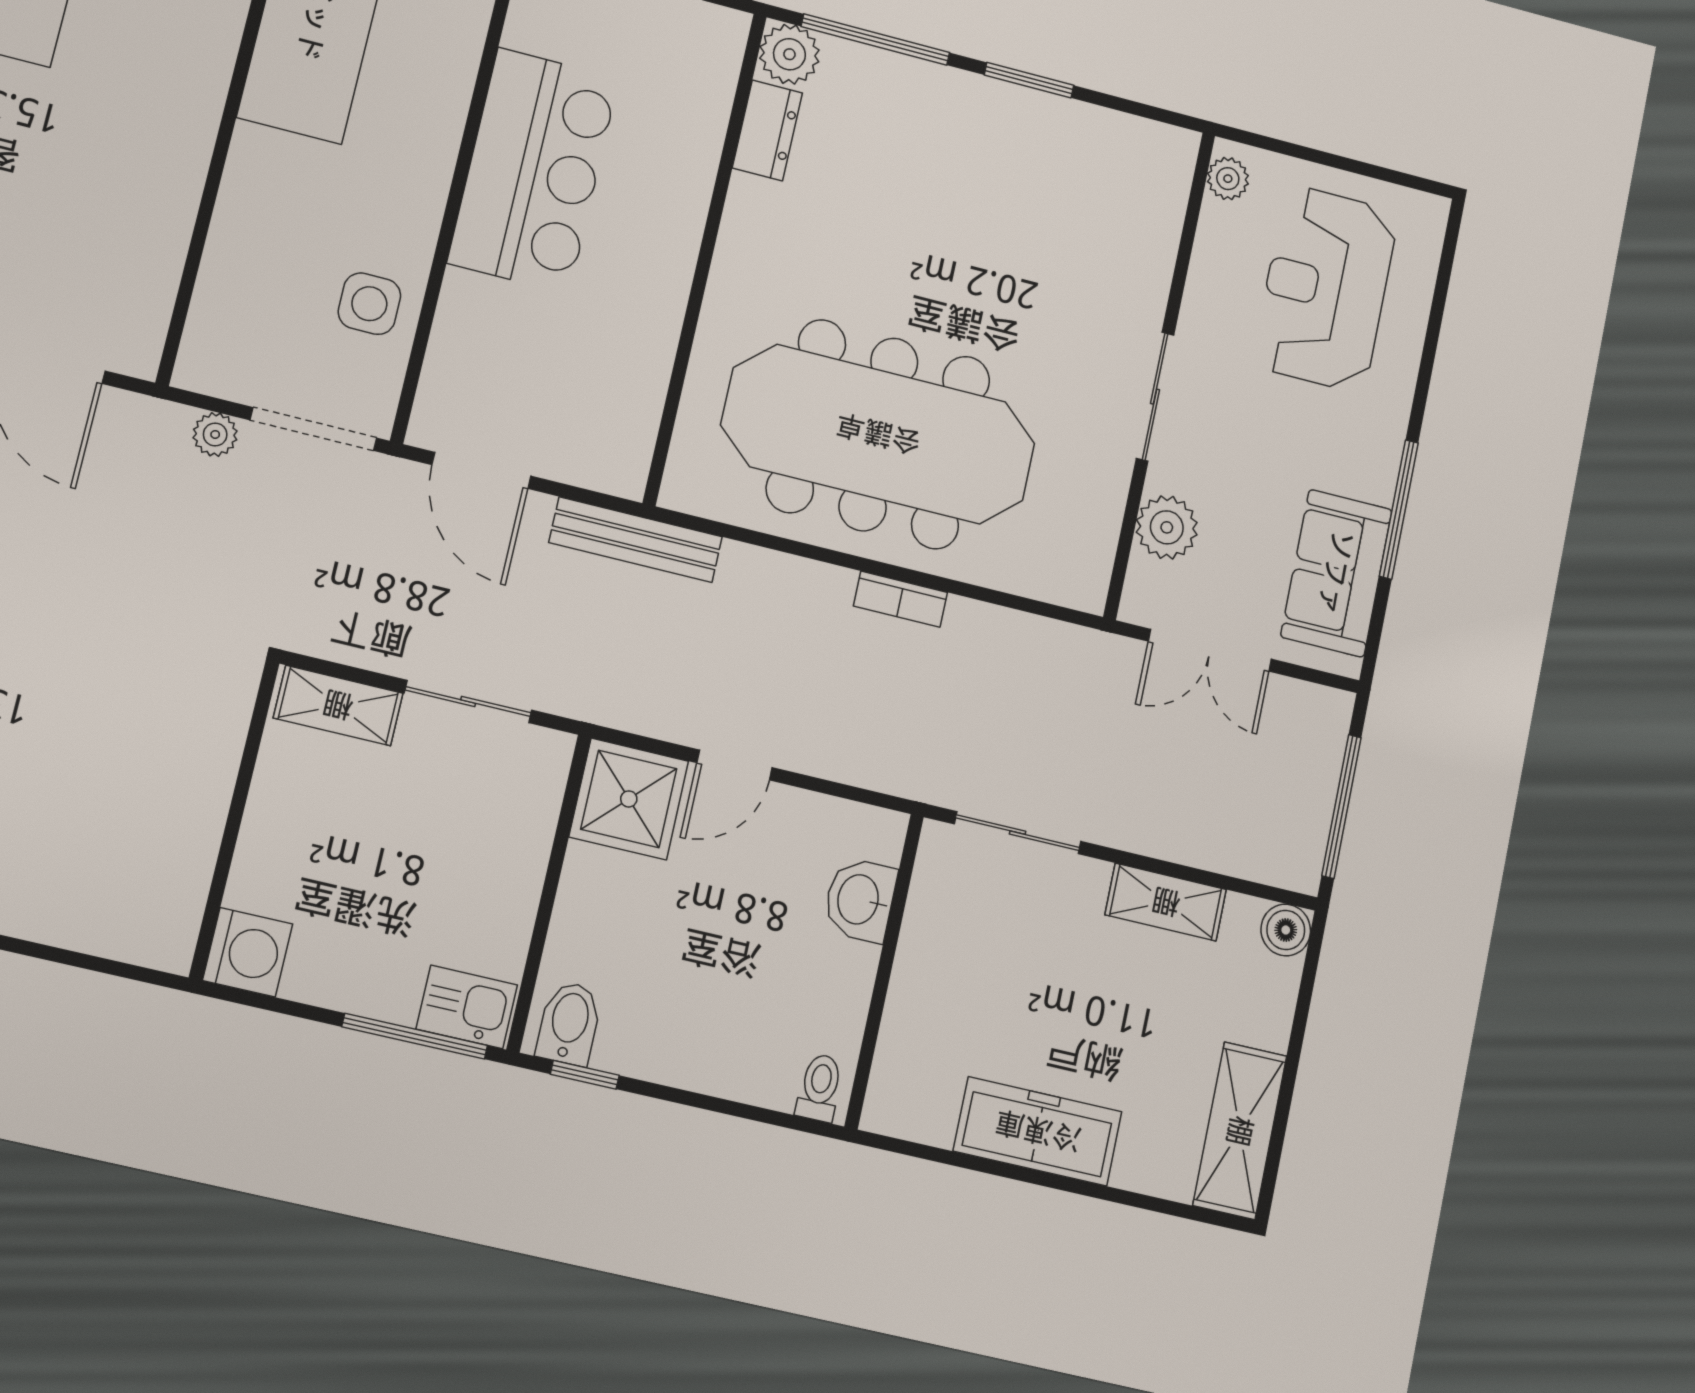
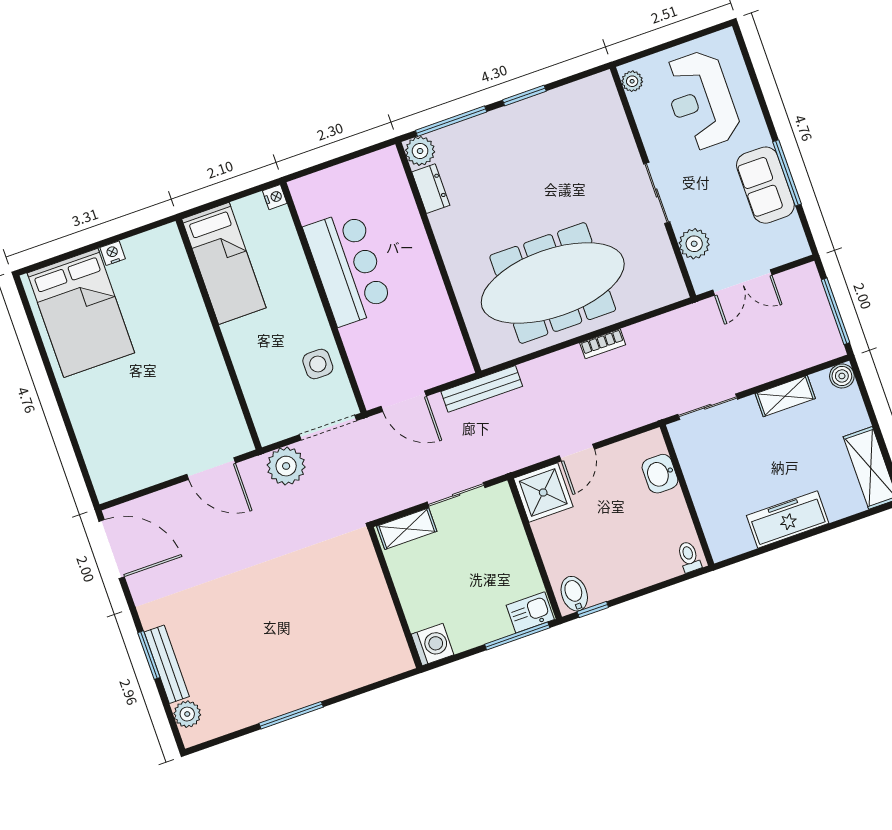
plant: (215, 434) -> (286, 466), width x1.88, depth x1.88
sofa: (1336, 573) -> (765, 185), moved

